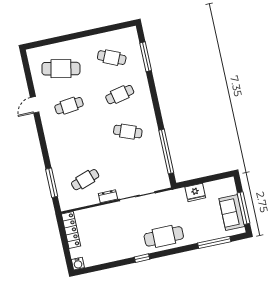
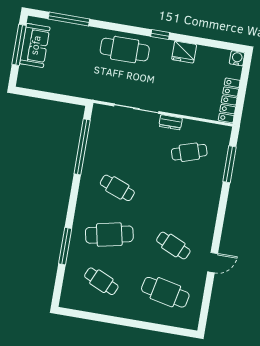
window: (146, 57) -> (65, 246), moved
cafe table: (120, 95) -> (109, 235), width x1.37, depth x1.35
cafe table: (69, 106) -> (173, 246), turned 30
fridge: (195, 192) -> (184, 52), moved, turned 180

